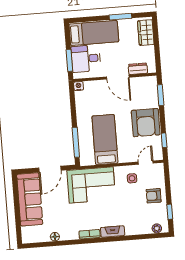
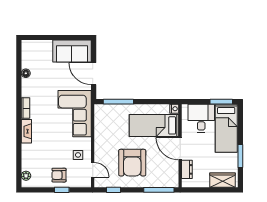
window: (69, 60) -> (221, 102), moved
door: (118, 77) -> (180, 149), hinge flipped
window: (161, 95) -> (159, 190), width x1.44
armchair: (146, 123) -> (132, 163), moved, turned -90
bed: (105, 140) -> (154, 125), moved, turned 180
armchair: (154, 196) -> (59, 175), turned -90
sofa: (30, 199) -> (72, 51), width x0.73
window: (170, 212) -> (62, 190), moved

